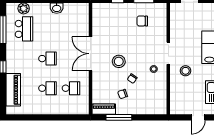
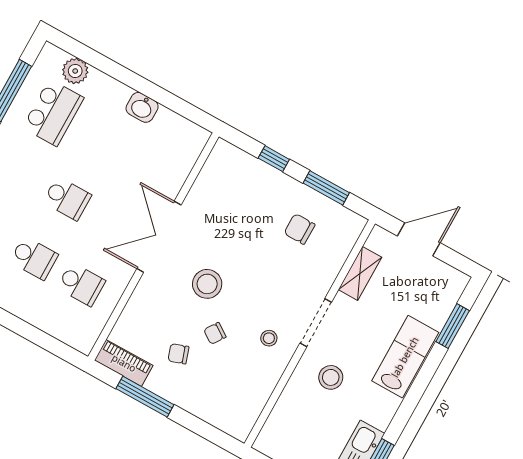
shelving: (175, 25) -> (360, 273), added

